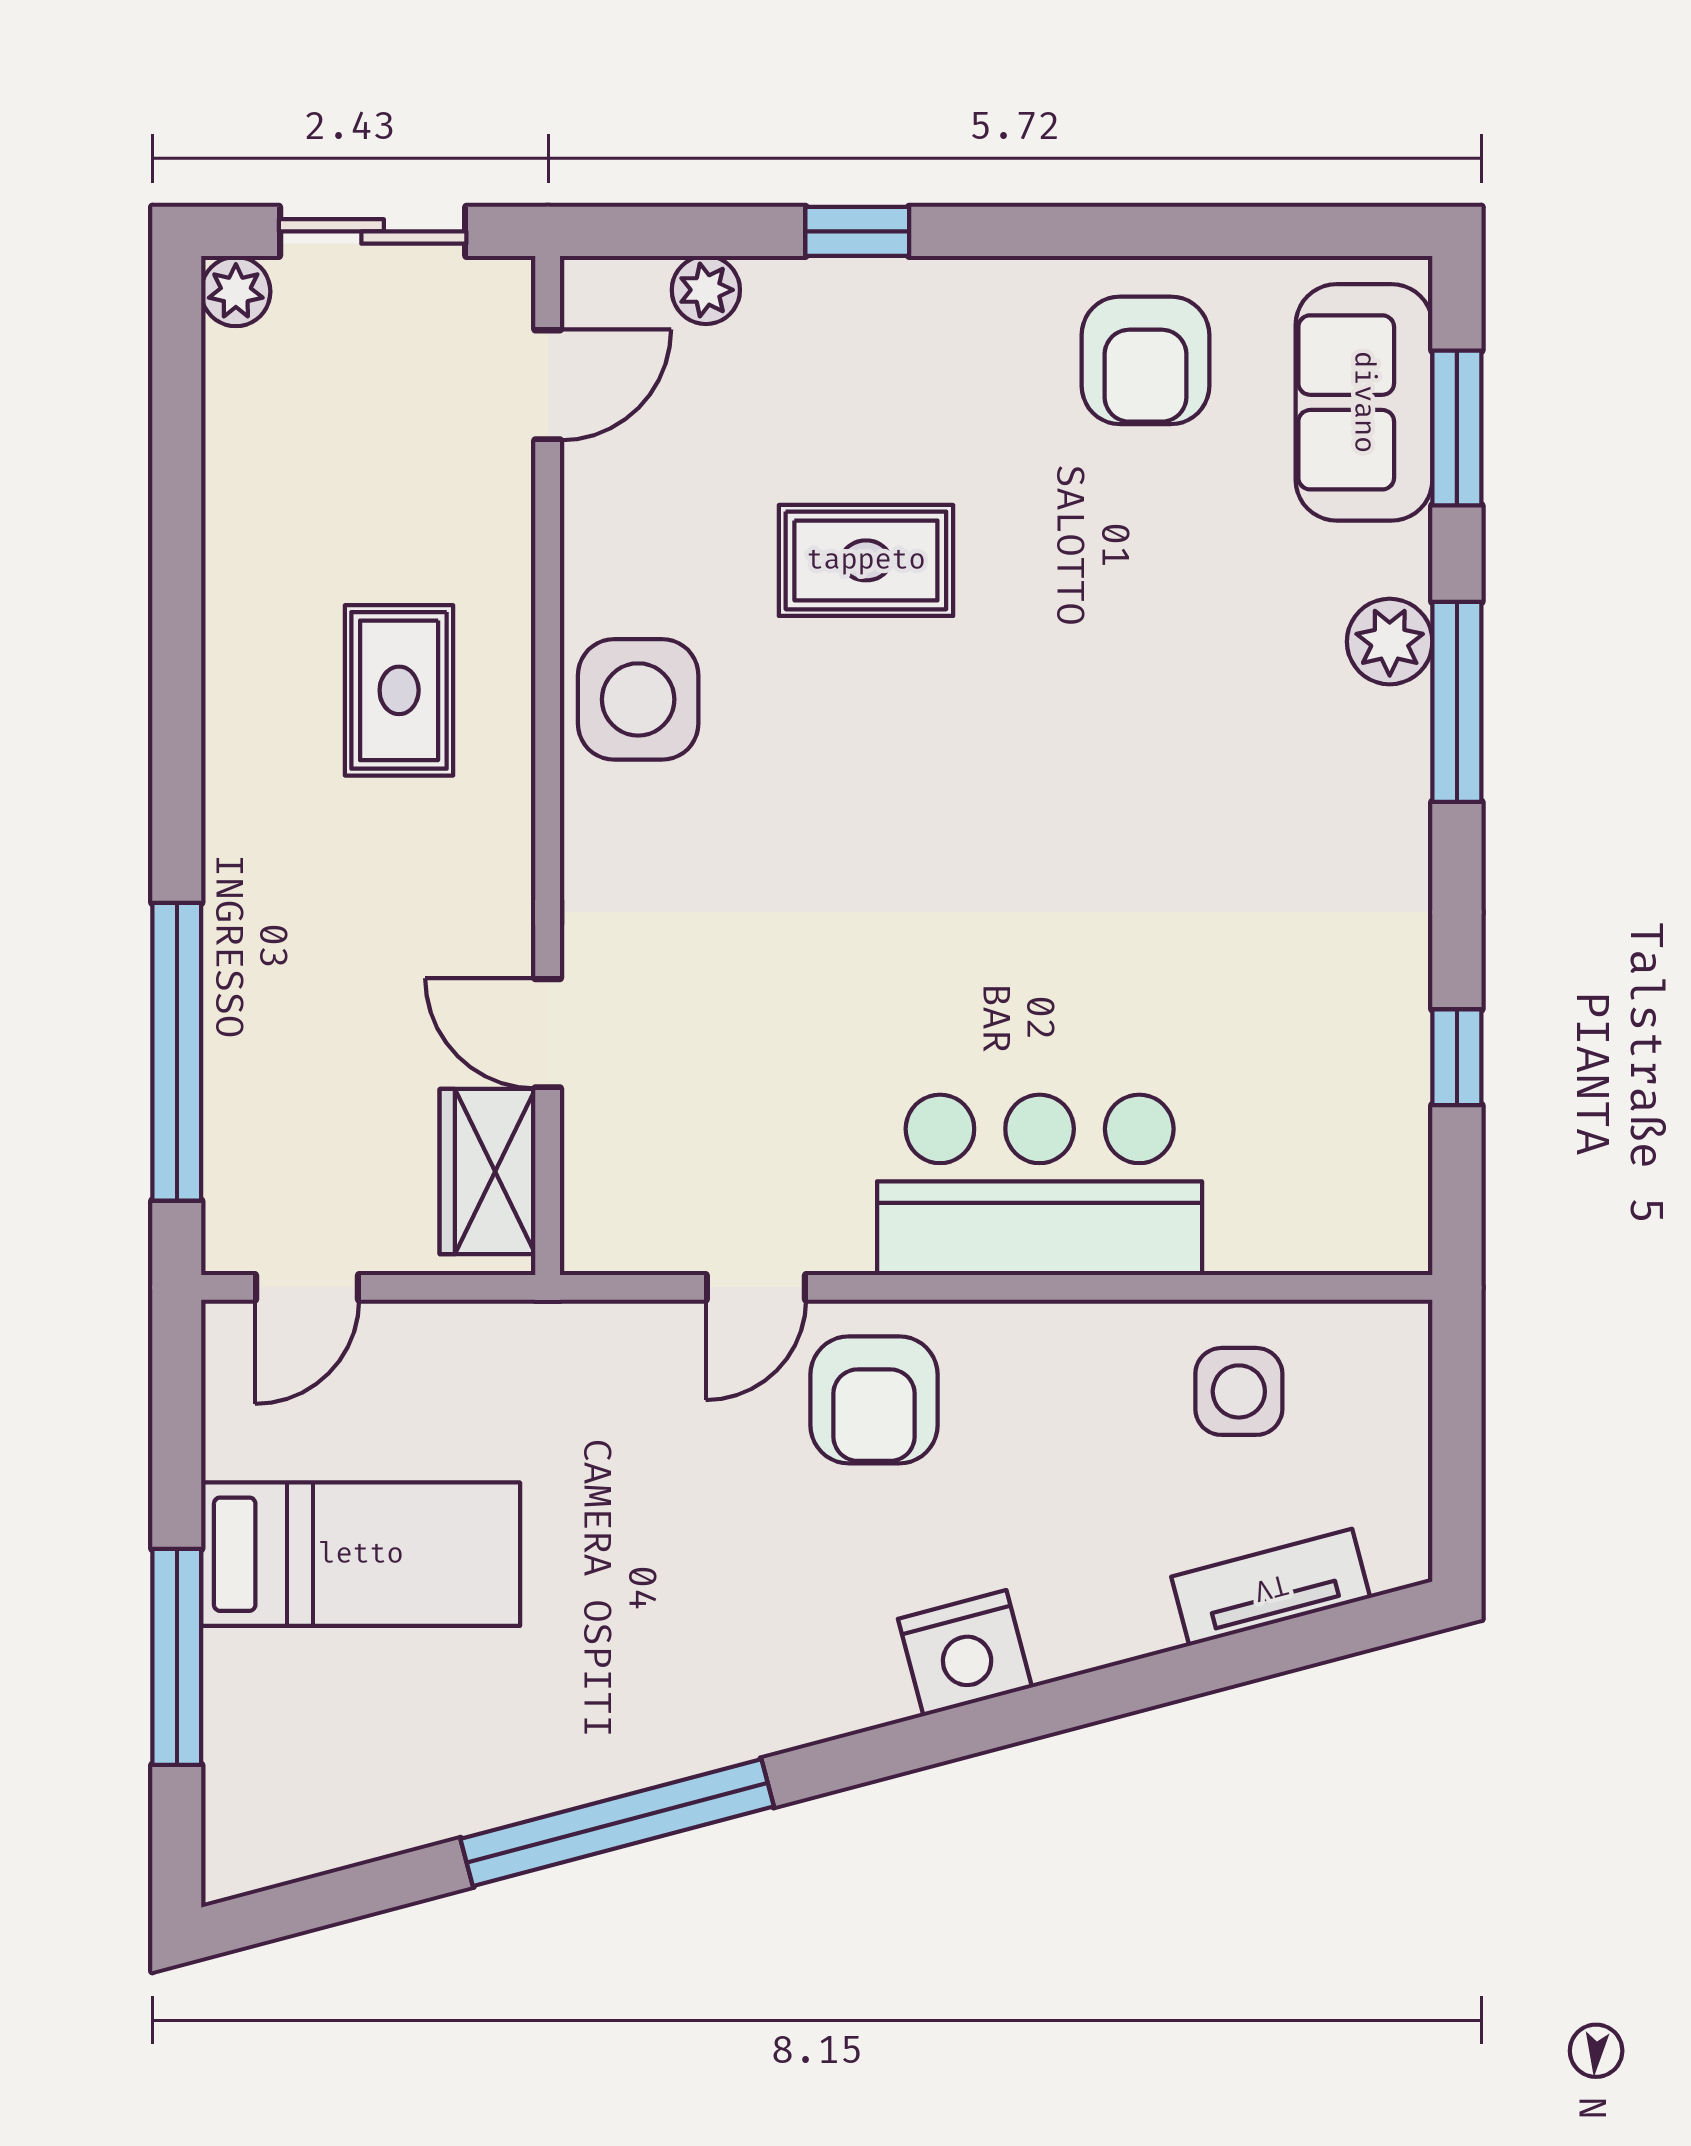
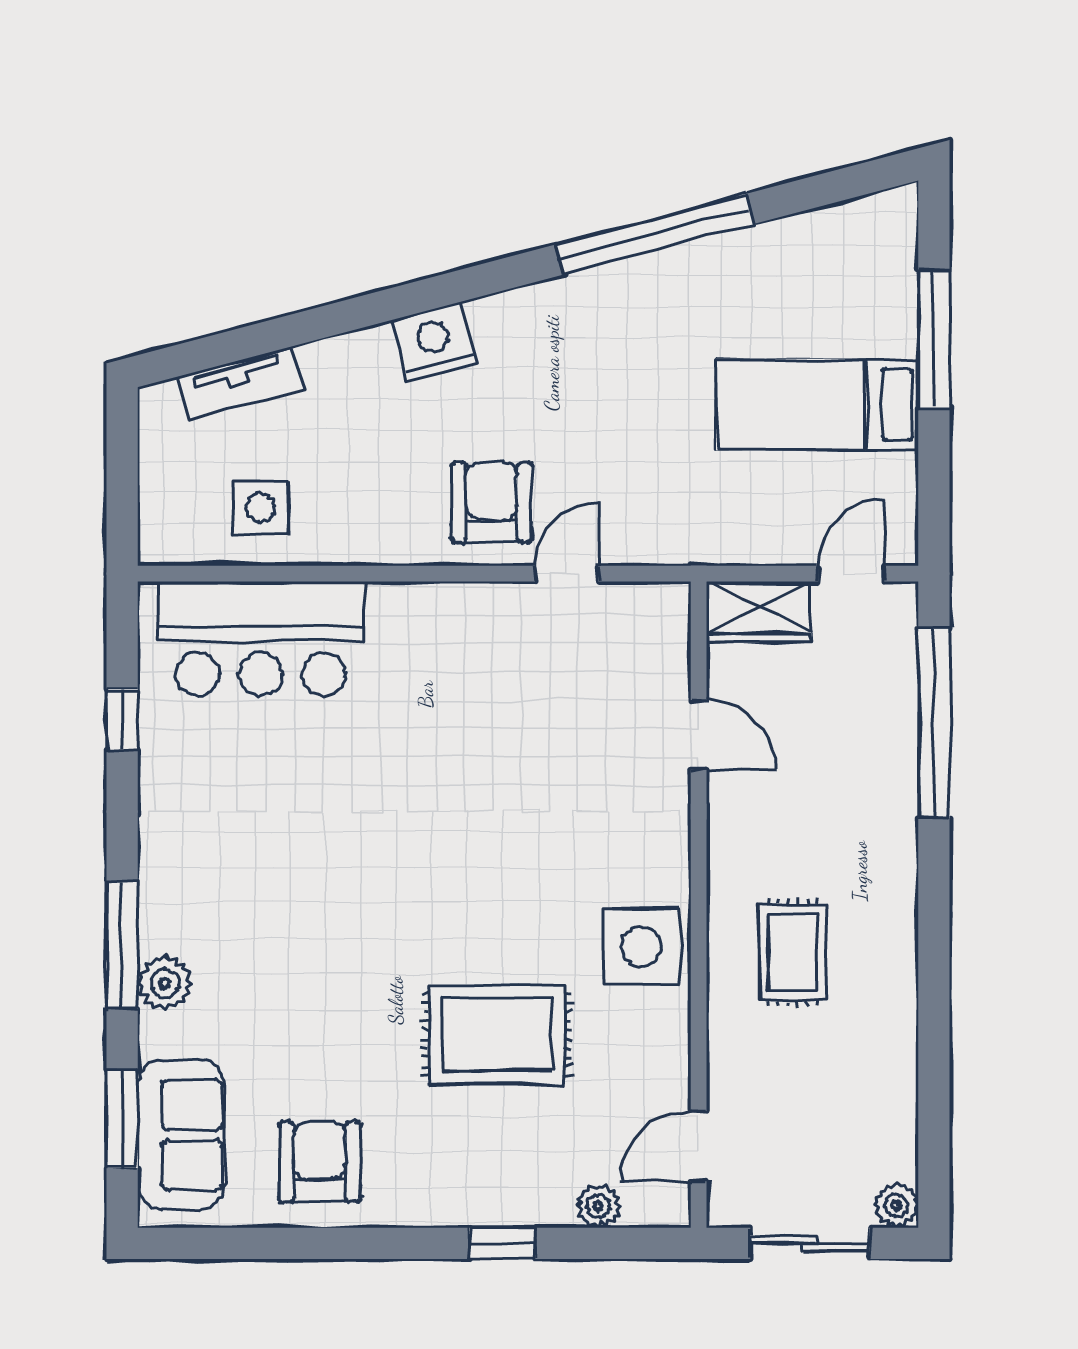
rug: (866, 560) -> (497, 1035), width x1.36, depth x1.43
wardrobe: (488, 1172) -> (759, 612), moved, turned 90
bar counter: (1040, 1185) -> (261, 639), moved

